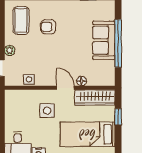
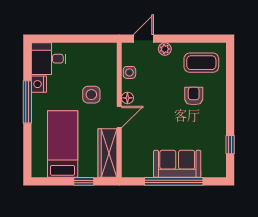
floor lamp: (81, 81) -> (127, 98), moved

